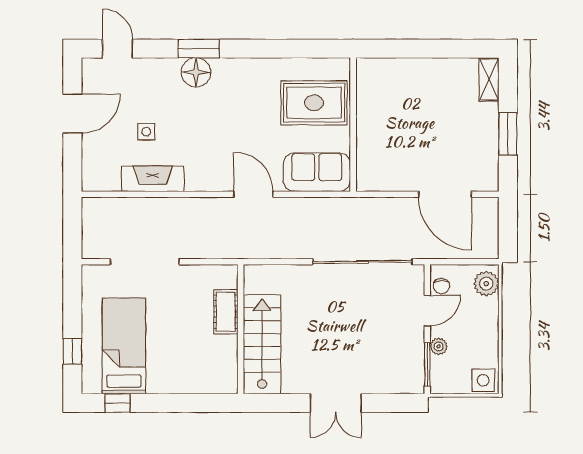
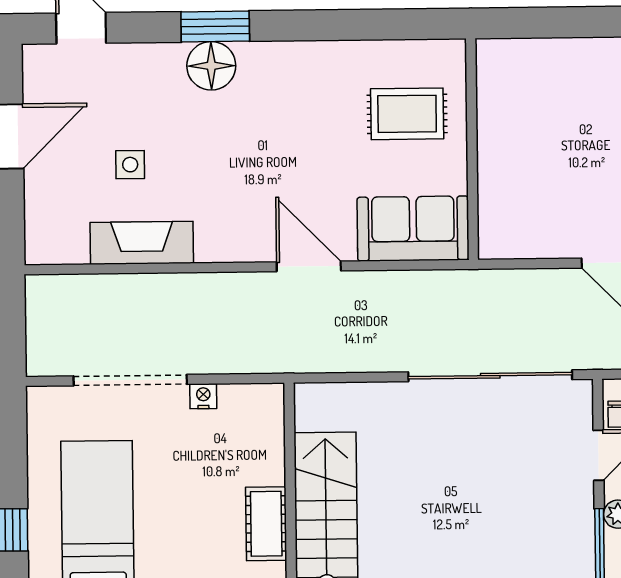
rug: (314, 103) -> (407, 114), width x0.73, depth x0.70
nightstand: (189, 272) -> (203, 396), added
cot: (226, 312) -> (266, 524), moved

